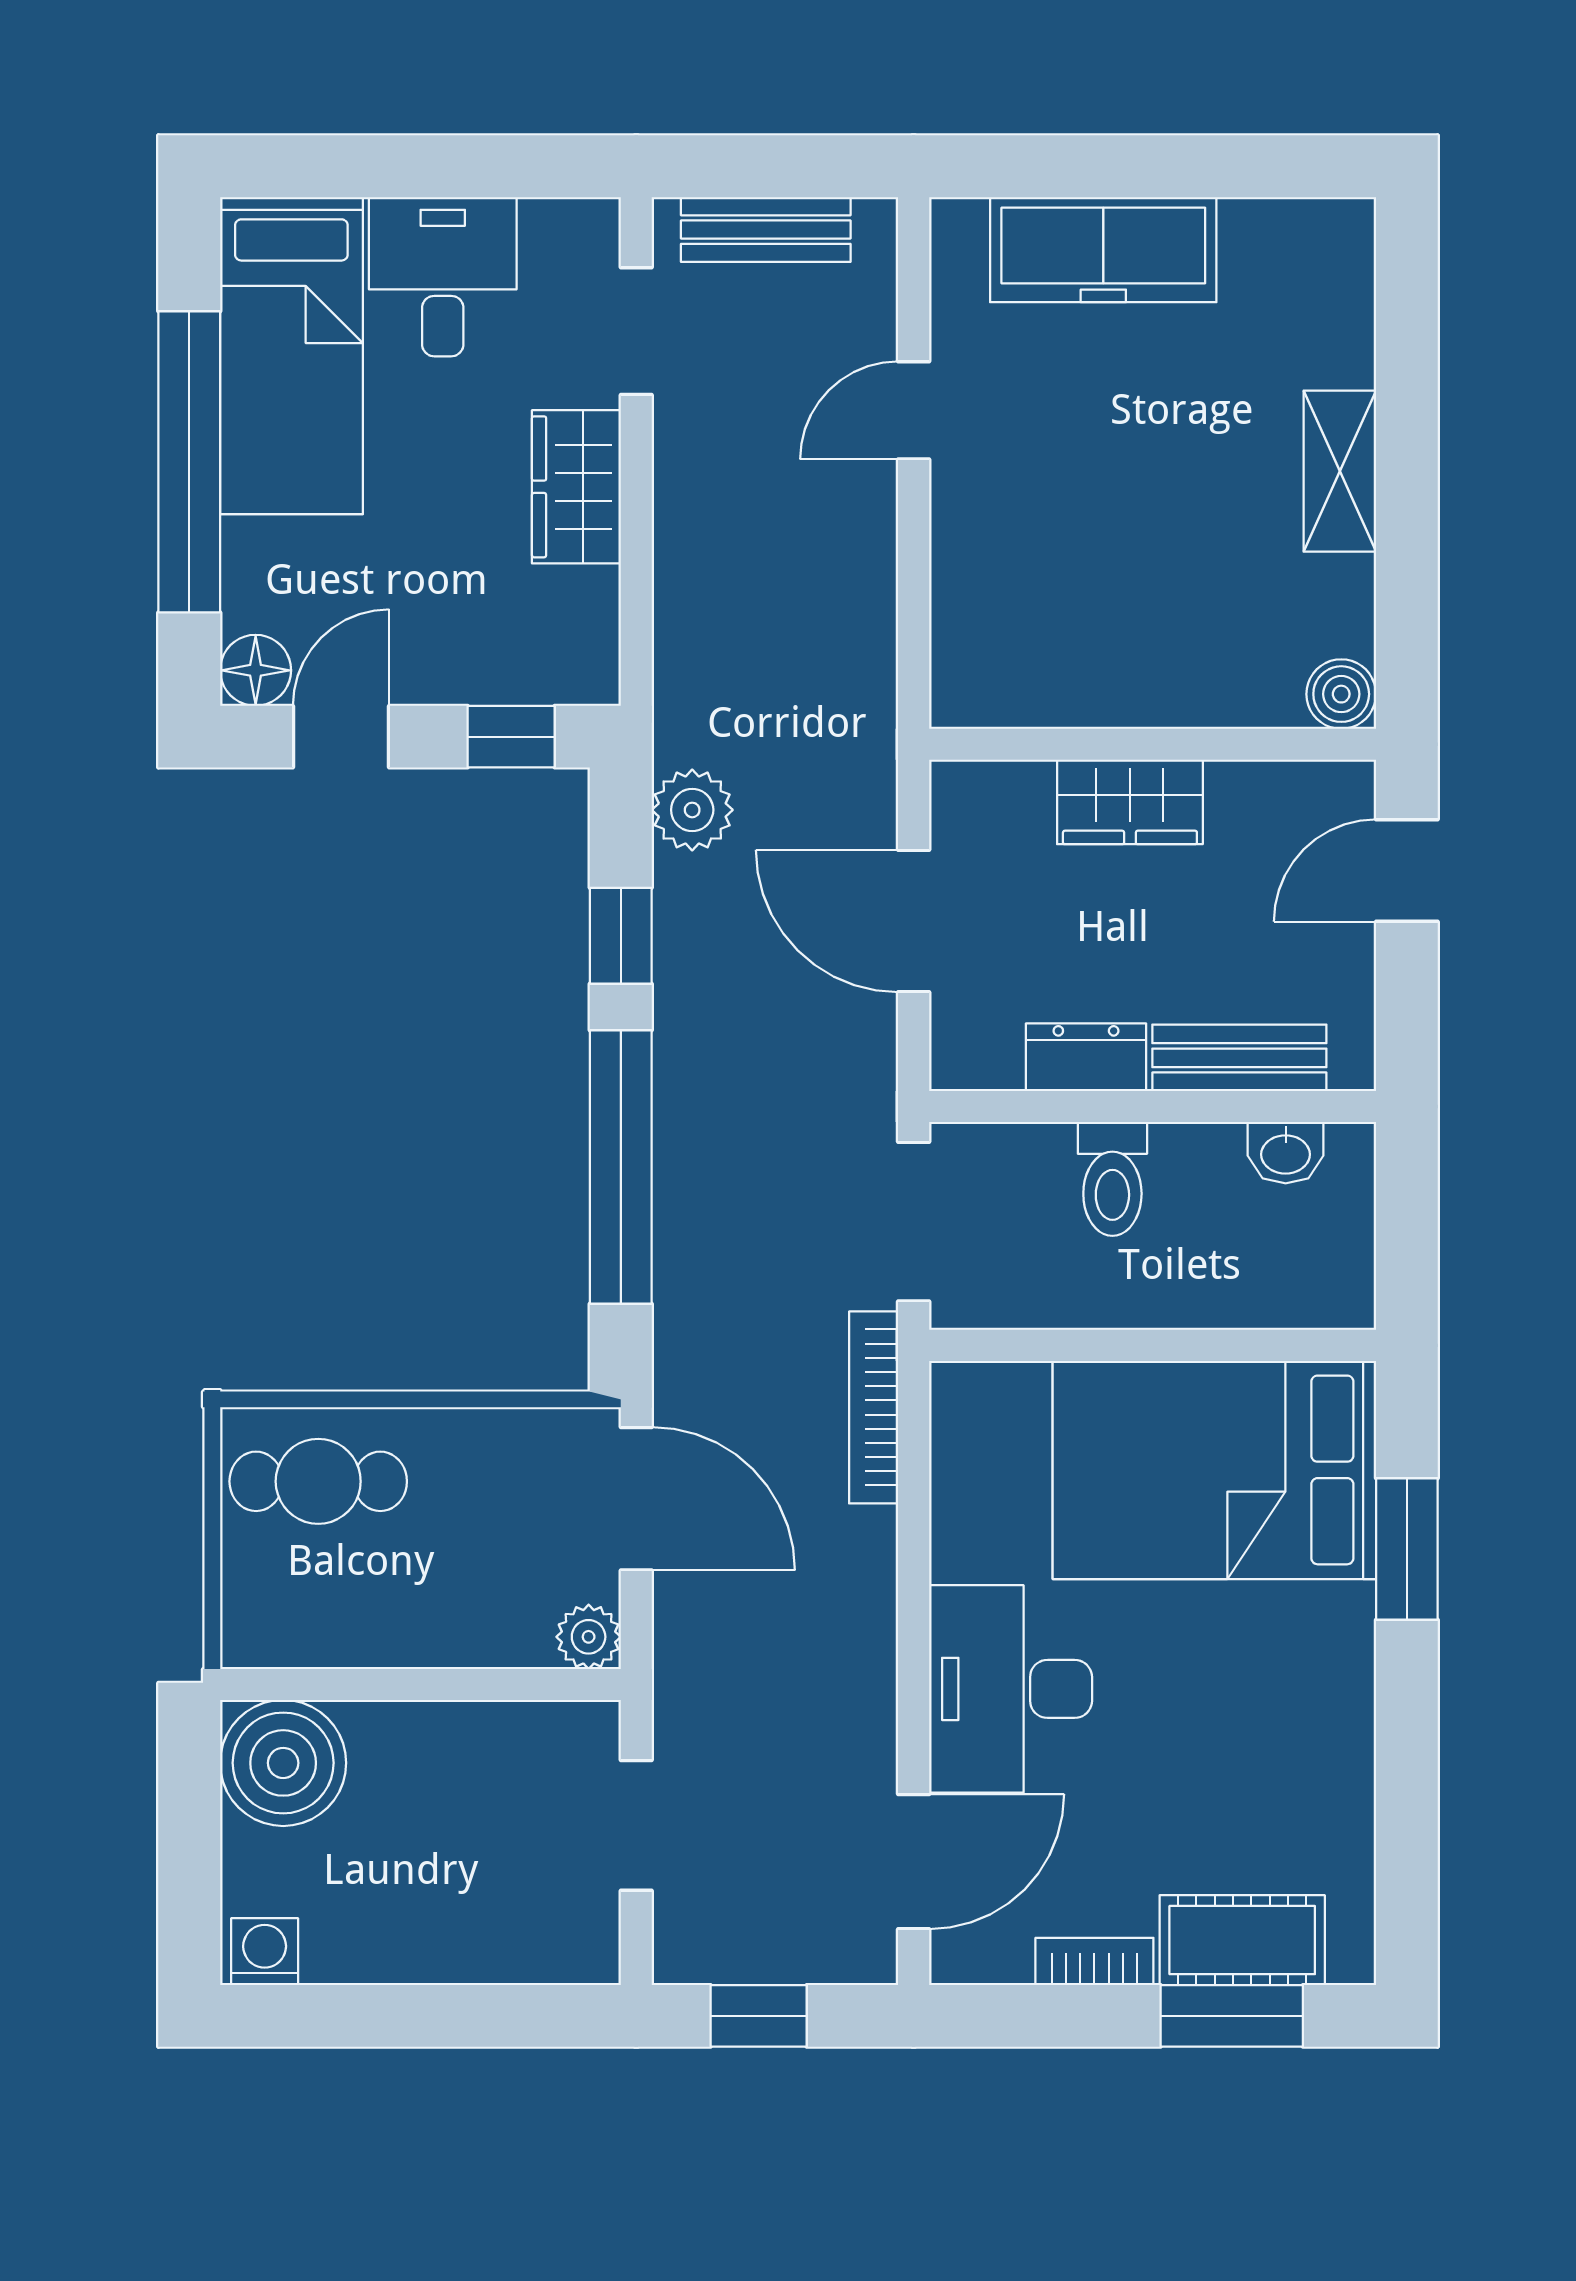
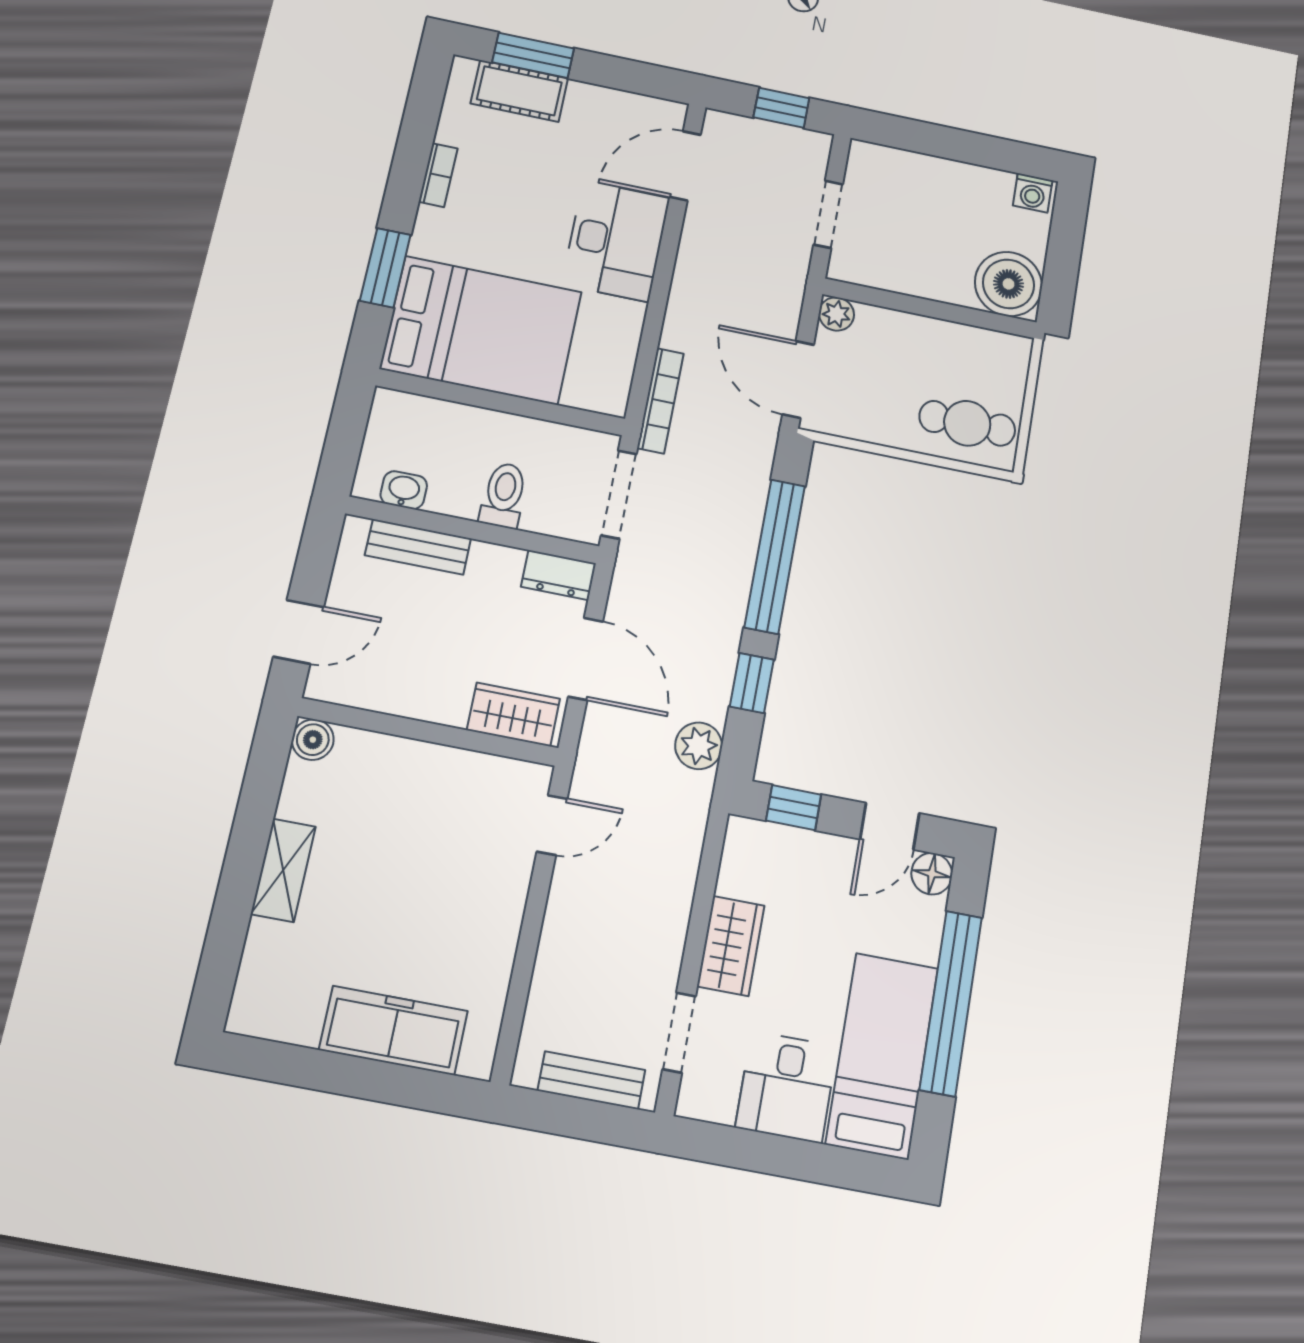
door: (914, 410) -> (552, 825), moved
wardrobe: (1130, 802) -> (513, 714), moved
dresser: (1086, 1057) -> (559, 575), moved
bookcase: (1094, 1961) -> (438, 175), moved, turned -90

